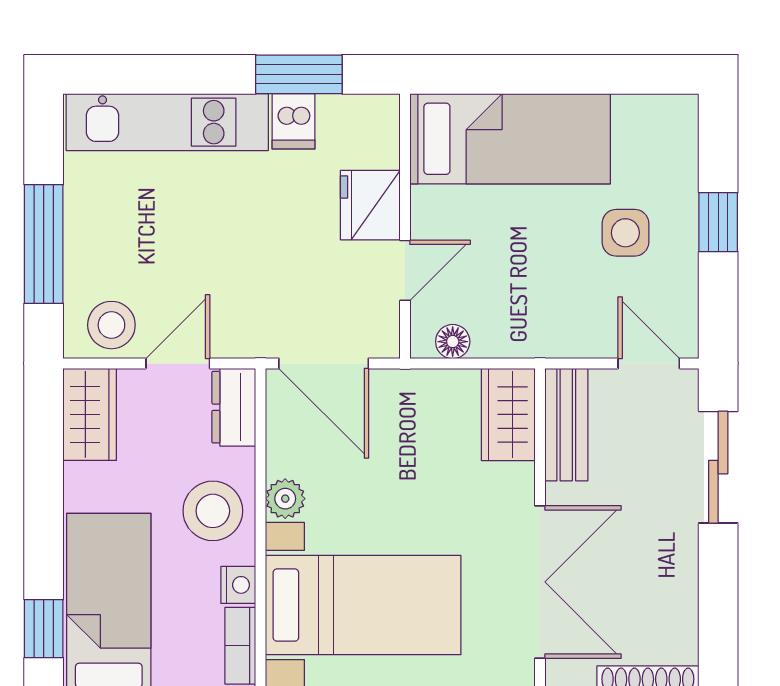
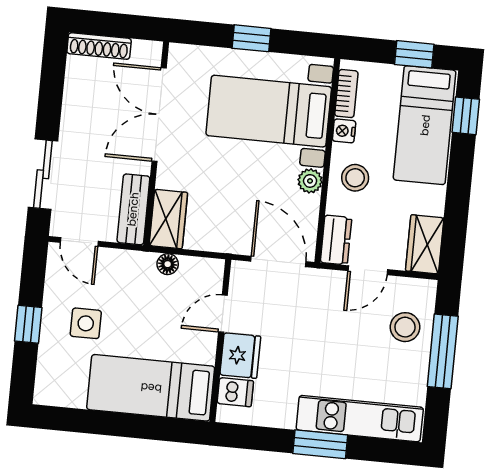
window: (299, 74) -> (320, 444), moved
dishwasher: (294, 121) -> (235, 392), moved, turned 90
stool: (111, 325) -> (405, 327), moved
floor lamp: (453, 342) -> (168, 264), moved
stool: (213, 511) -> (355, 178), width x0.73, depth x0.73

